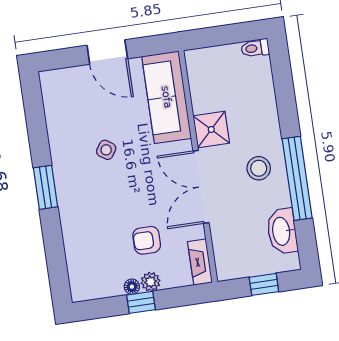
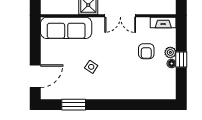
door: (107, 52) -> (35, 76), moved
window: (46, 187) -> (74, 105), moved
double door: (201, 187) -> (120, 16), width x0.73

